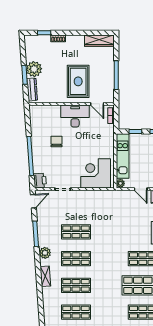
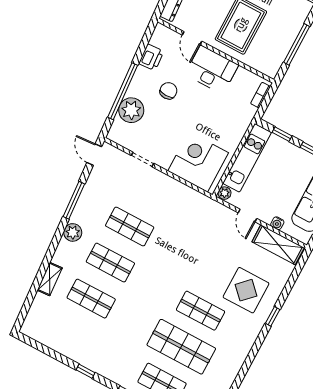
door: (97, 104) -> (192, 38), moved
plant: (41, 164) -> (131, 110), added
printer: (40, 180) -> (151, 57), moved
door: (33, 201) -> (94, 155), swing flipped
shelving: (45, 276) -> (50, 279), moved
shop shelf: (76, 312) -> (72, 335), removed

